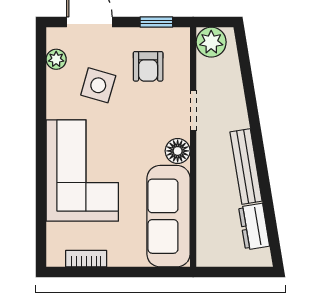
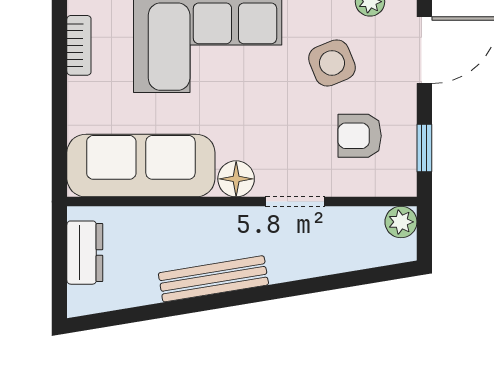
plant: (211, 42) -> (401, 222), width x0.73, depth x0.73
side table: (98, 85) -> (332, 63), turned -38
dresser: (254, 227) -> (85, 253), moved, turned 99

